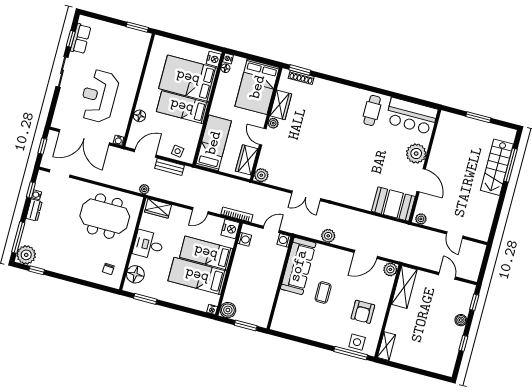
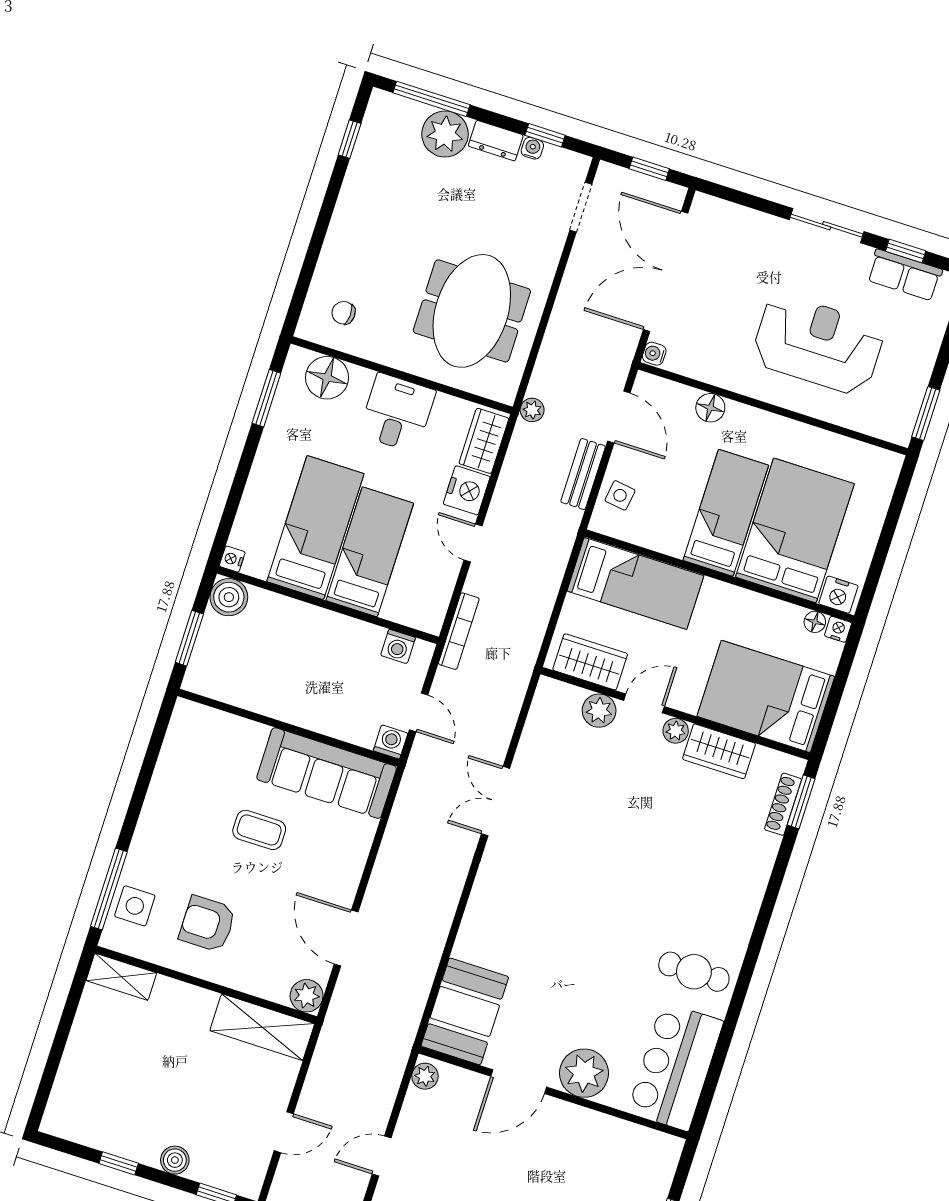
reception desk: (99, 96) -> (818, 344), moved
plant: (261, 175) -> (599, 711), moved
nightstand: (230, 229) -> (467, 490), moved, turned -90
plant: (328, 236) -> (396, 850), removed
plant: (26, 255) -> (445, 134), moved

